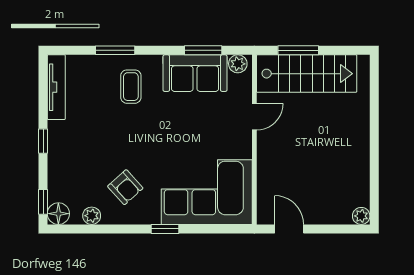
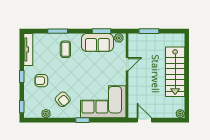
stairs: (307, 74) -> (175, 72), moved, turned 90
armchair: (82, 149) -> (41, 81), added
floor lamp: (58, 214) -> (29, 113), removed

